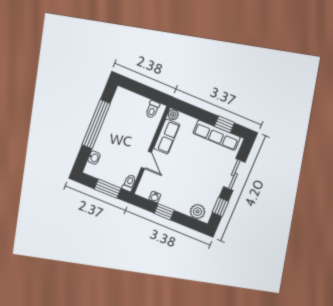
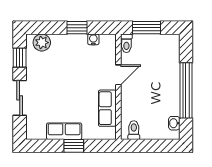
plant: (173, 115) -> (110, 134), removed
window: (224, 124) -> (74, 146), moved
row of seats: (217, 135) -> (64, 131), width x0.68
washbasin: (94, 158) -> (174, 123), moved
door: (146, 160) -> (118, 75), swing flipped

